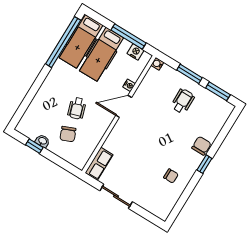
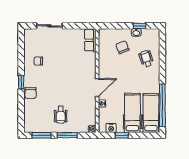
window: (128, 36) -> (122, 135), width x0.46
wheelchair: (77, 108) -> (146, 59), moved
sliding door: (116, 196) -> (50, 26), moved

